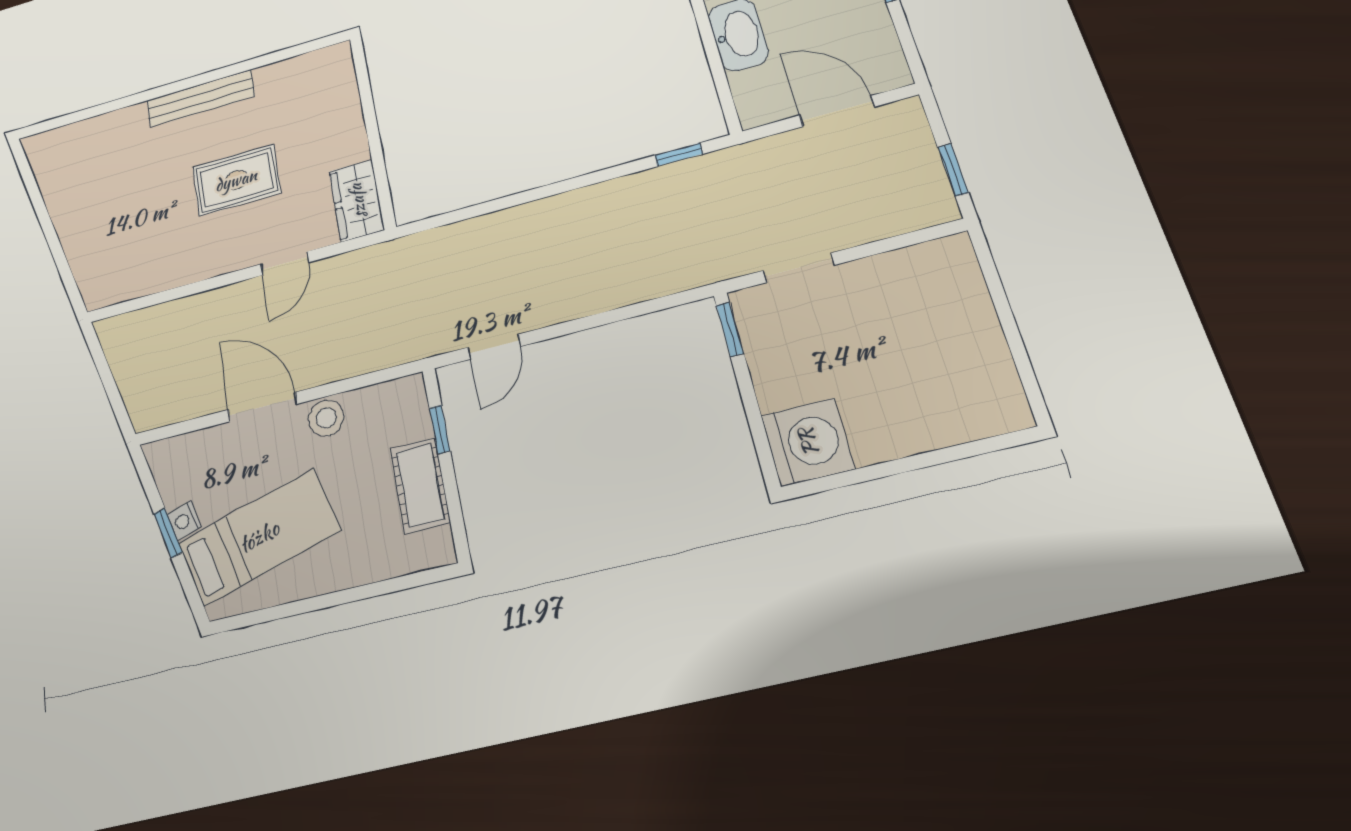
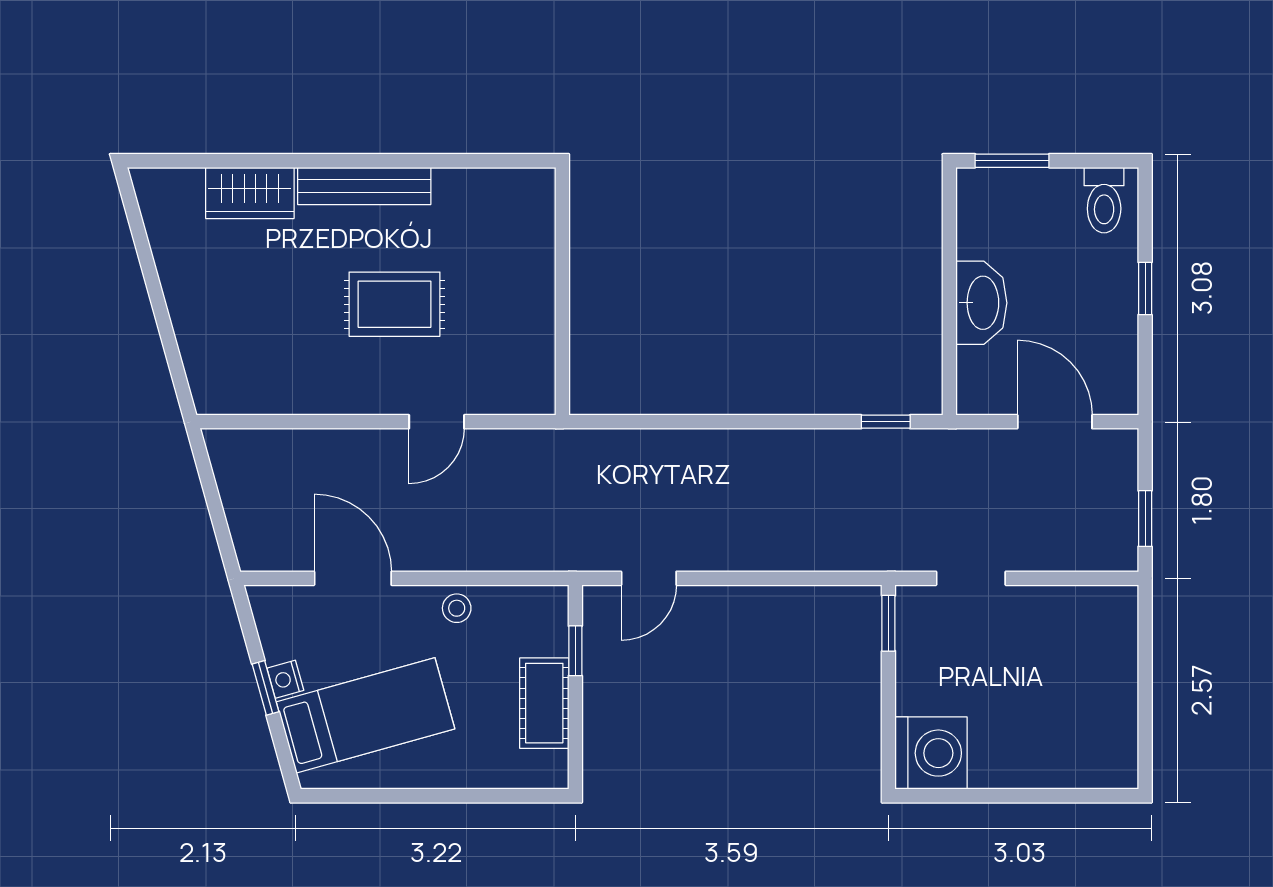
wardrobe: (357, 201) -> (250, 193), moved, turned -90
door: (262, 407) -> (353, 578), moved
stool: (326, 418) -> (457, 608), width x0.73, depth x0.73

